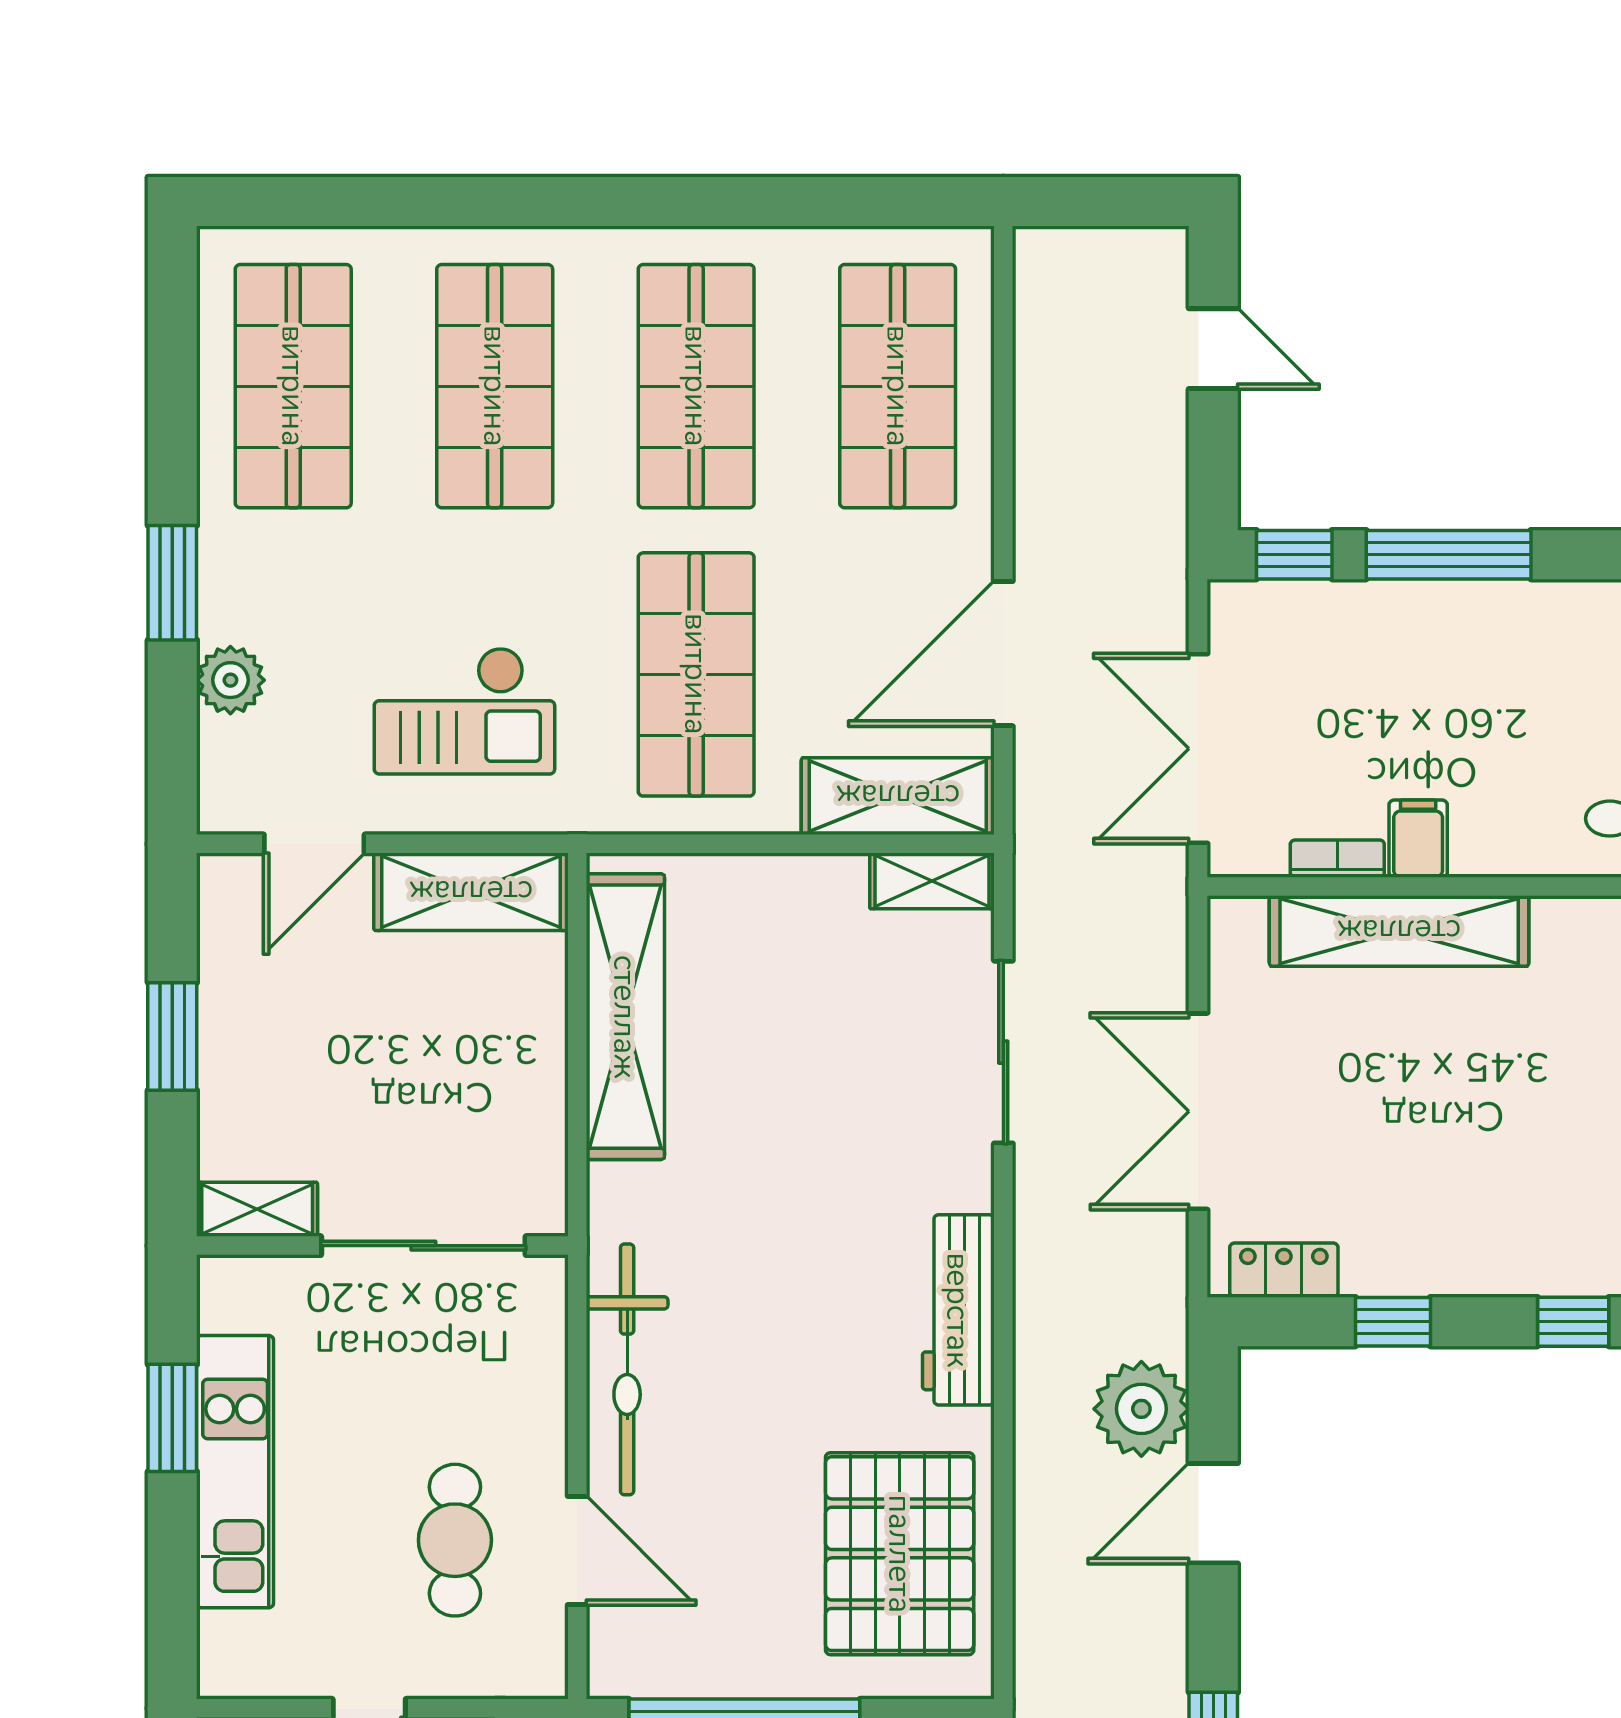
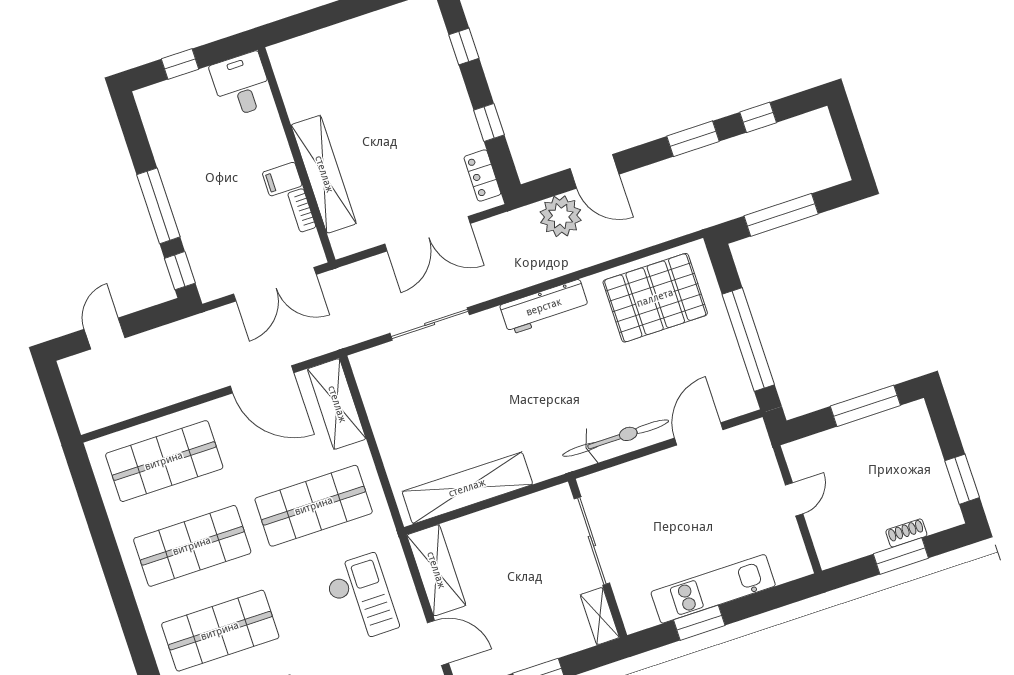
shelving: (932, 881) -> (368, 378), removed
cafe table: (455, 1540) -> (711, 487), removed

